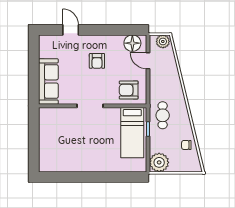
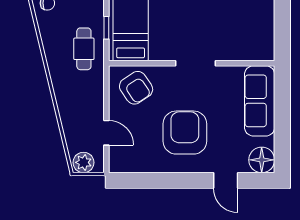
floor lamp: (132, 43) -> (262, 160), moved
armchair: (97, 61) -> (185, 133), width x1.88, depth x1.88
armchair: (129, 90) -> (136, 88), turned 56

